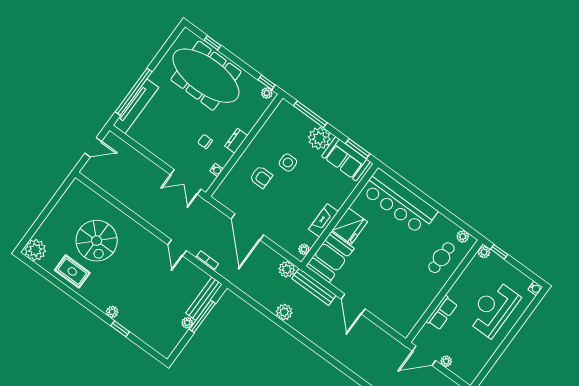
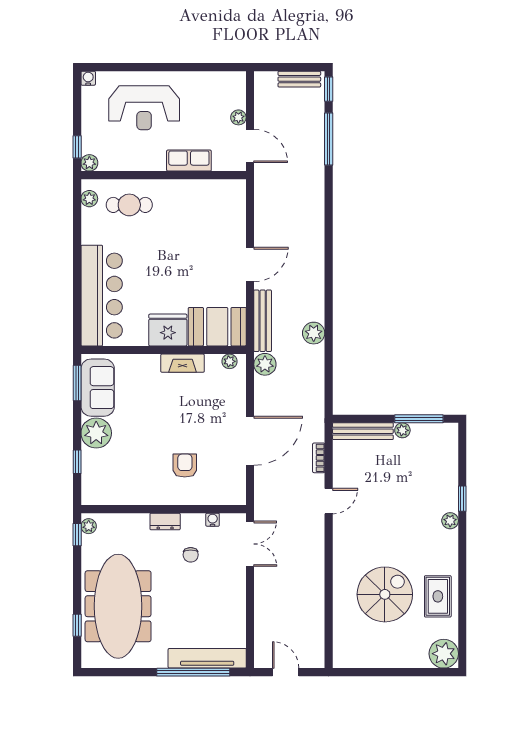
window: (310, 114) -> (77, 462), width x0.46
side table: (288, 163) -> (148, 448), removed
window: (202, 316) -> (419, 419), moved

